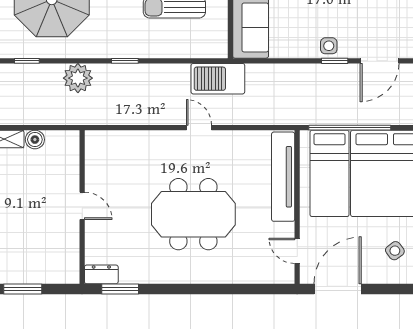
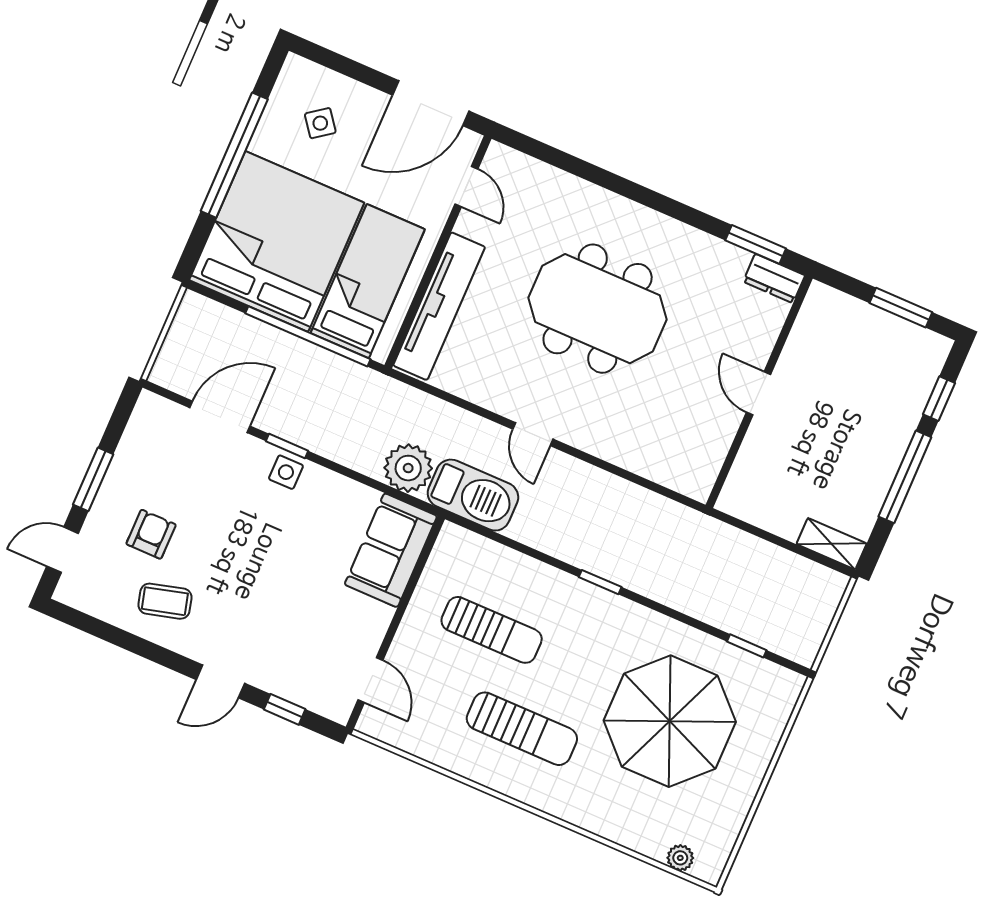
plant: (78, 78) -> (408, 468), moved
boiler: (35, 140) -> (786, 523), removed

